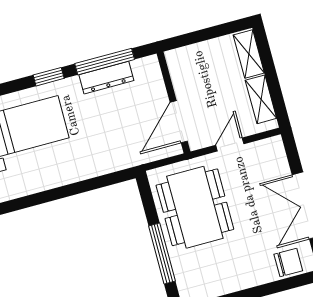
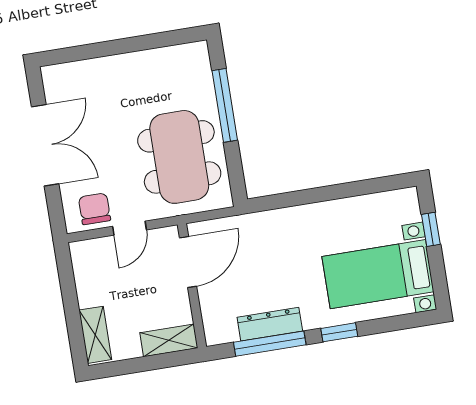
shelving: (261, 99) -> (169, 340), moved, turned 90
chair: (288, 262) -> (94, 209), moved, turned 90

